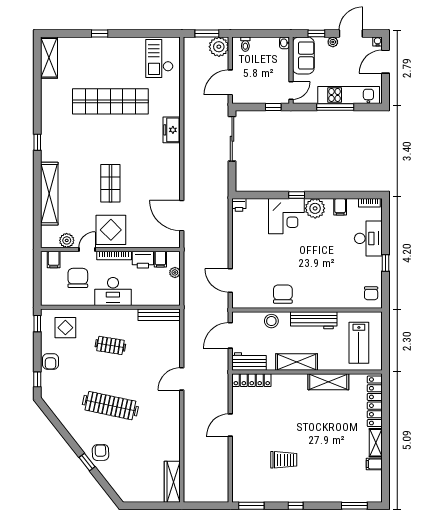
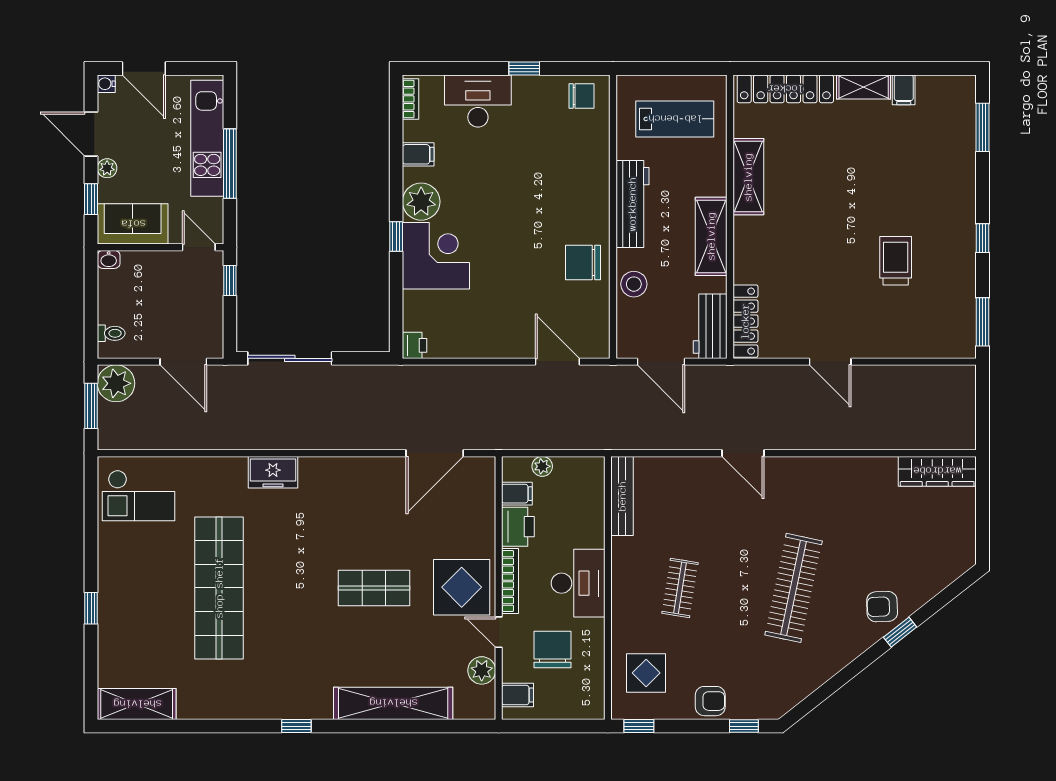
chair: (78, 278) -> (553, 650), turned 90
door: (230, 280) -> (557, 362), swing flipped

